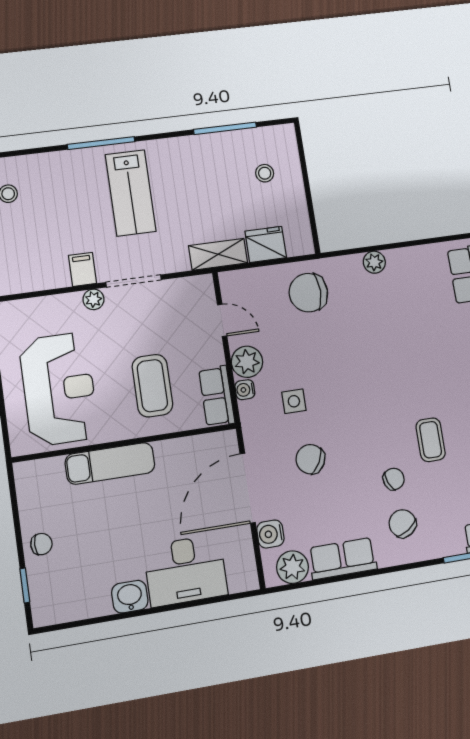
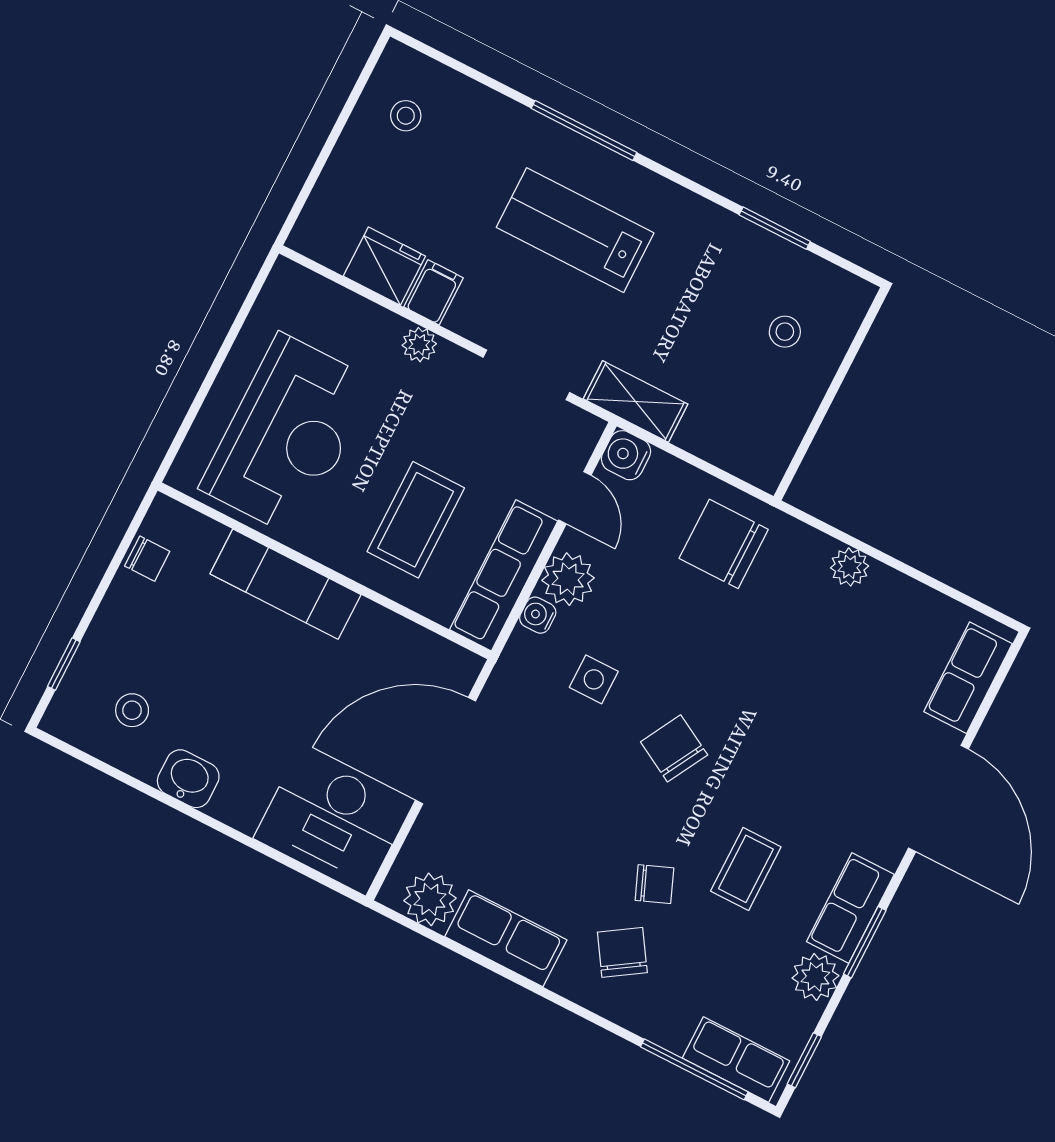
window: (225, 128) -> (775, 228), width x0.69
lab bench: (131, 193) -> (575, 230), turned 90
fridge: (266, 244) -> (384, 266), moved
doorway: (134, 281) -> (526, 375), moved
row of seats: (217, 396) -> (504, 575), width x1.48
chair: (310, 459) -> (674, 748), moved
water cooler: (270, 534) -> (626, 455), moved
chair: (41, 544) -> (147, 559), moved
desk: (186, 570) -> (332, 823), moved
stool: (77, 583) -> (132, 710), added

